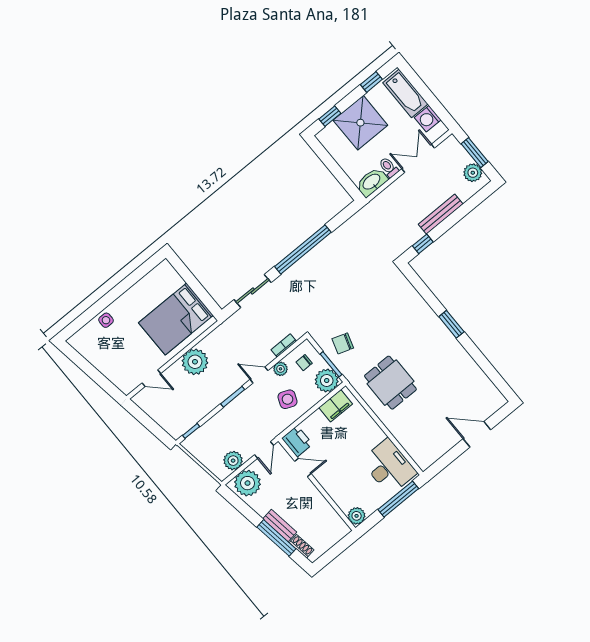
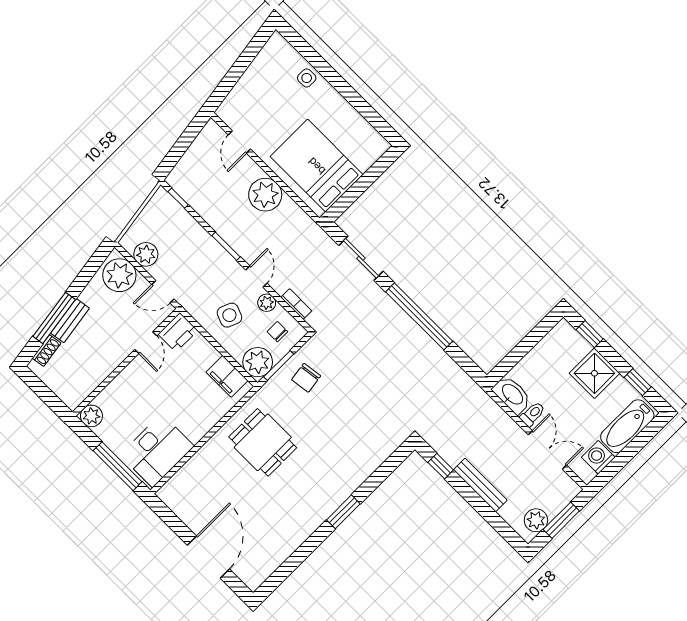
shower: (360, 123) -> (594, 373), width x0.73, depth x0.73
chair: (343, 343) -> (306, 378), turned -116
dining table: (390, 383) -> (263, 442), turned 90
door: (477, 434) -> (208, 557), width x1.36

